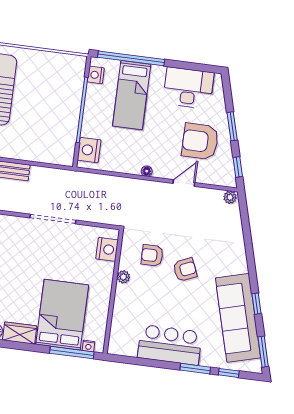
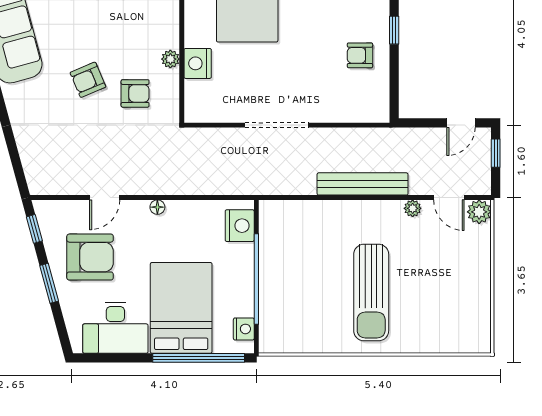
bed: (132, 95) -> (181, 308), width x1.50
plant: (230, 197) -> (39, 186), removed
nightstand: (107, 249) -> (198, 63), moved

